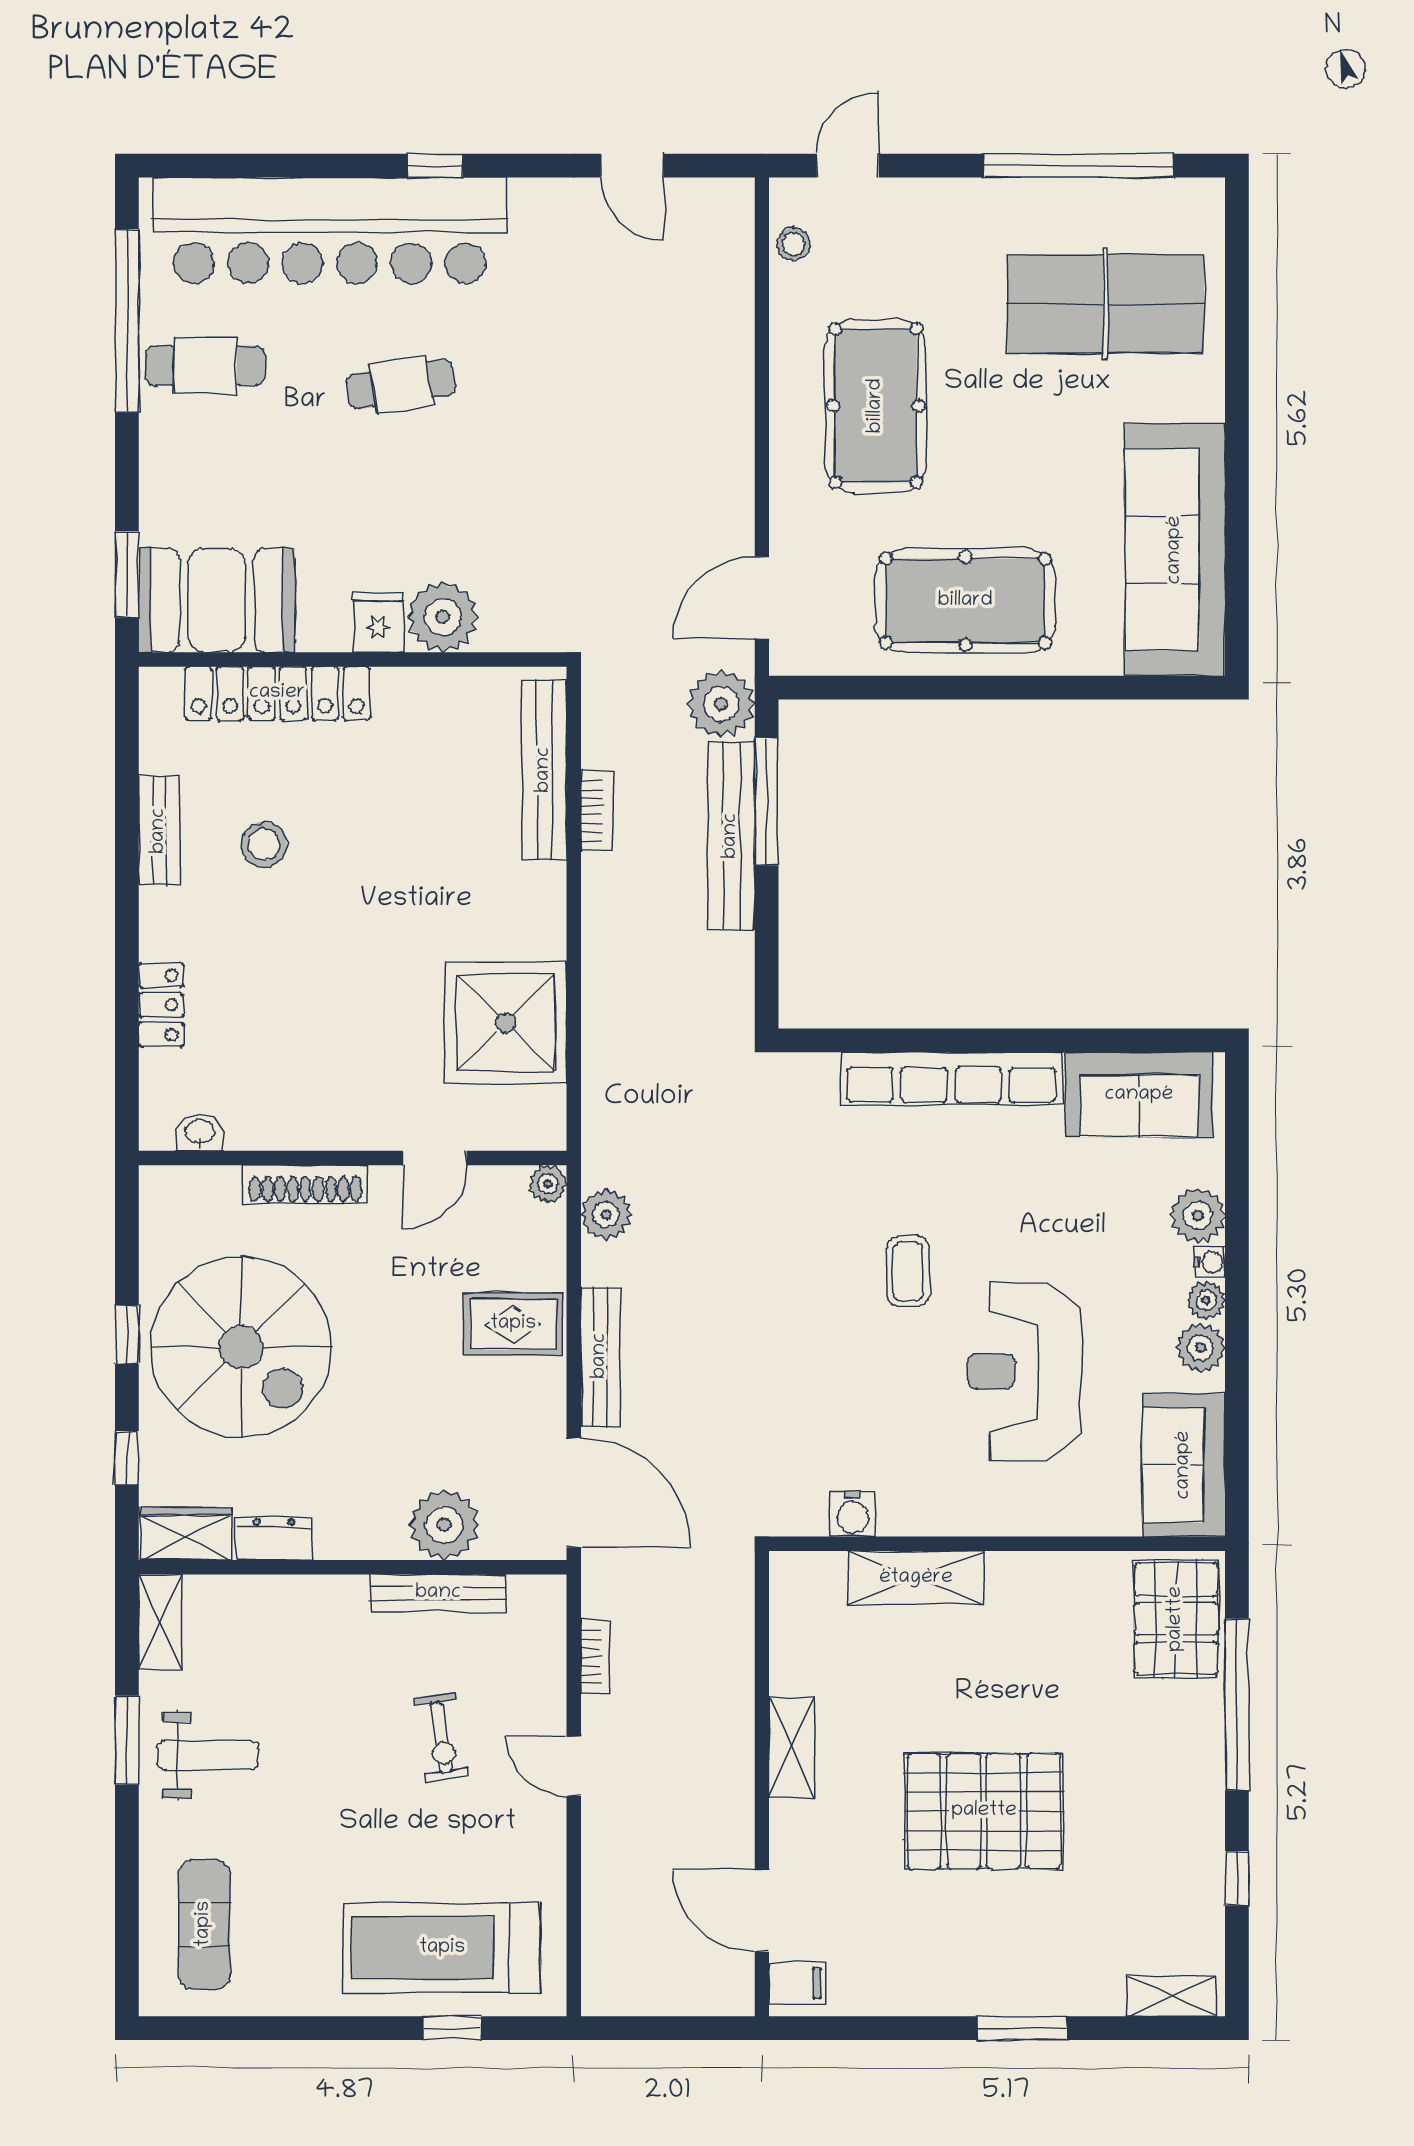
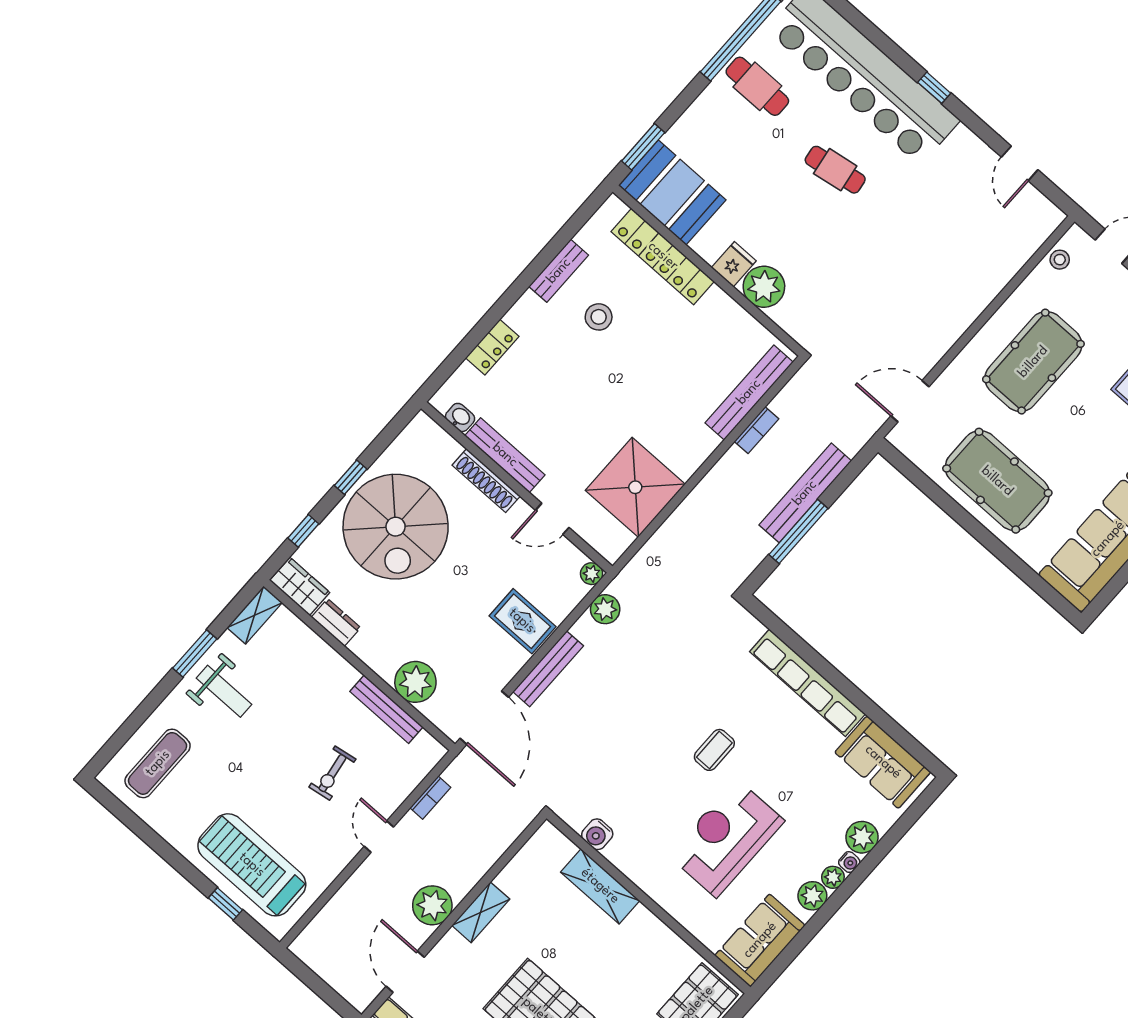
plant: (721, 704) -> (432, 905), moved
window: (767, 802) -> (798, 531), moved
bench: (301, 1130) -> (505, 455), added

